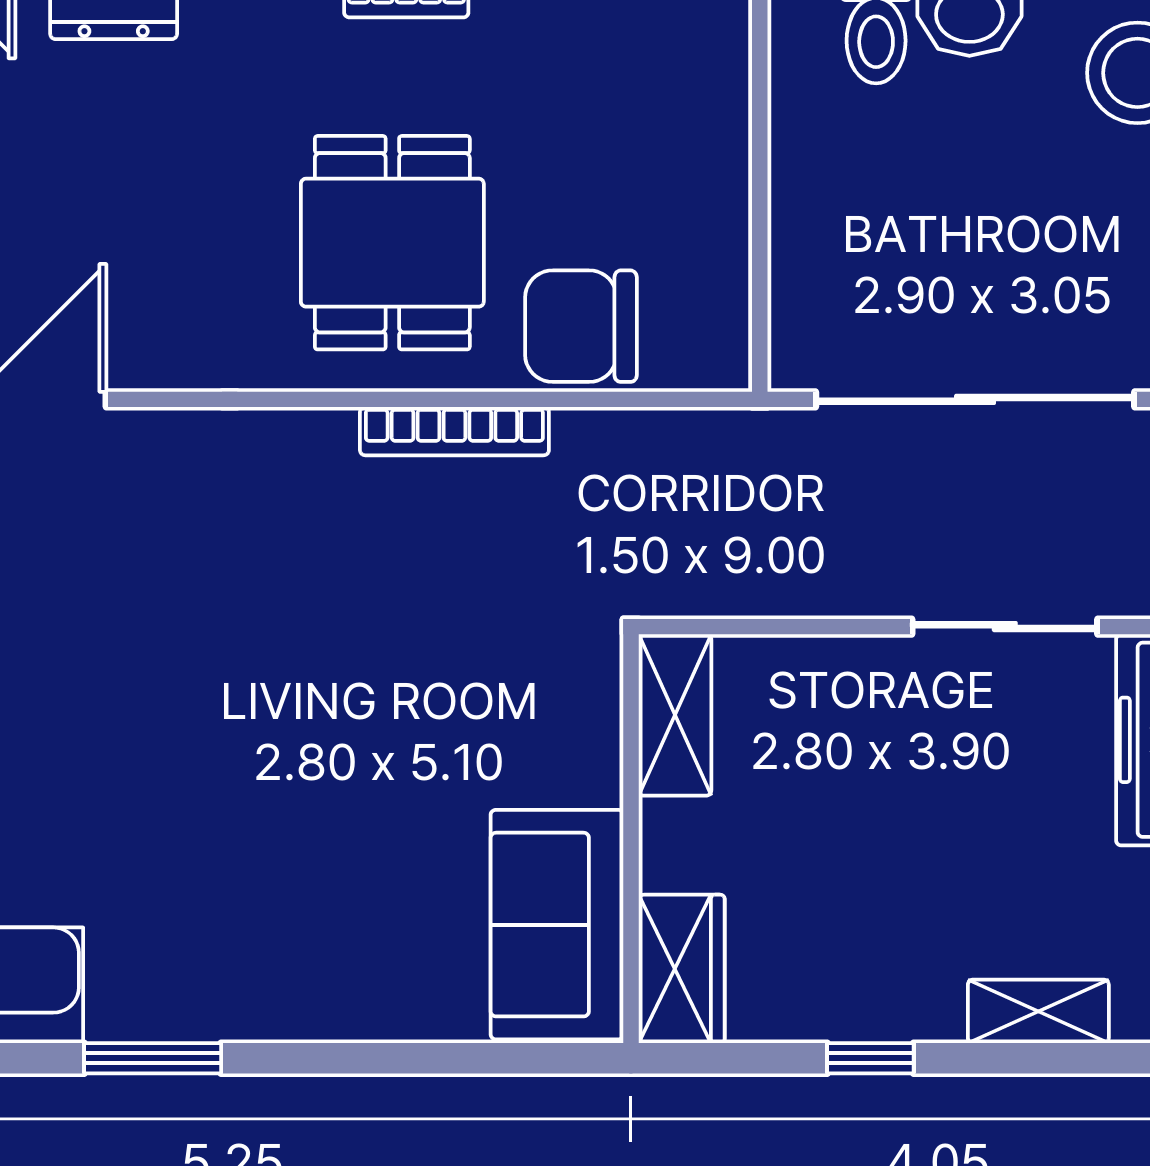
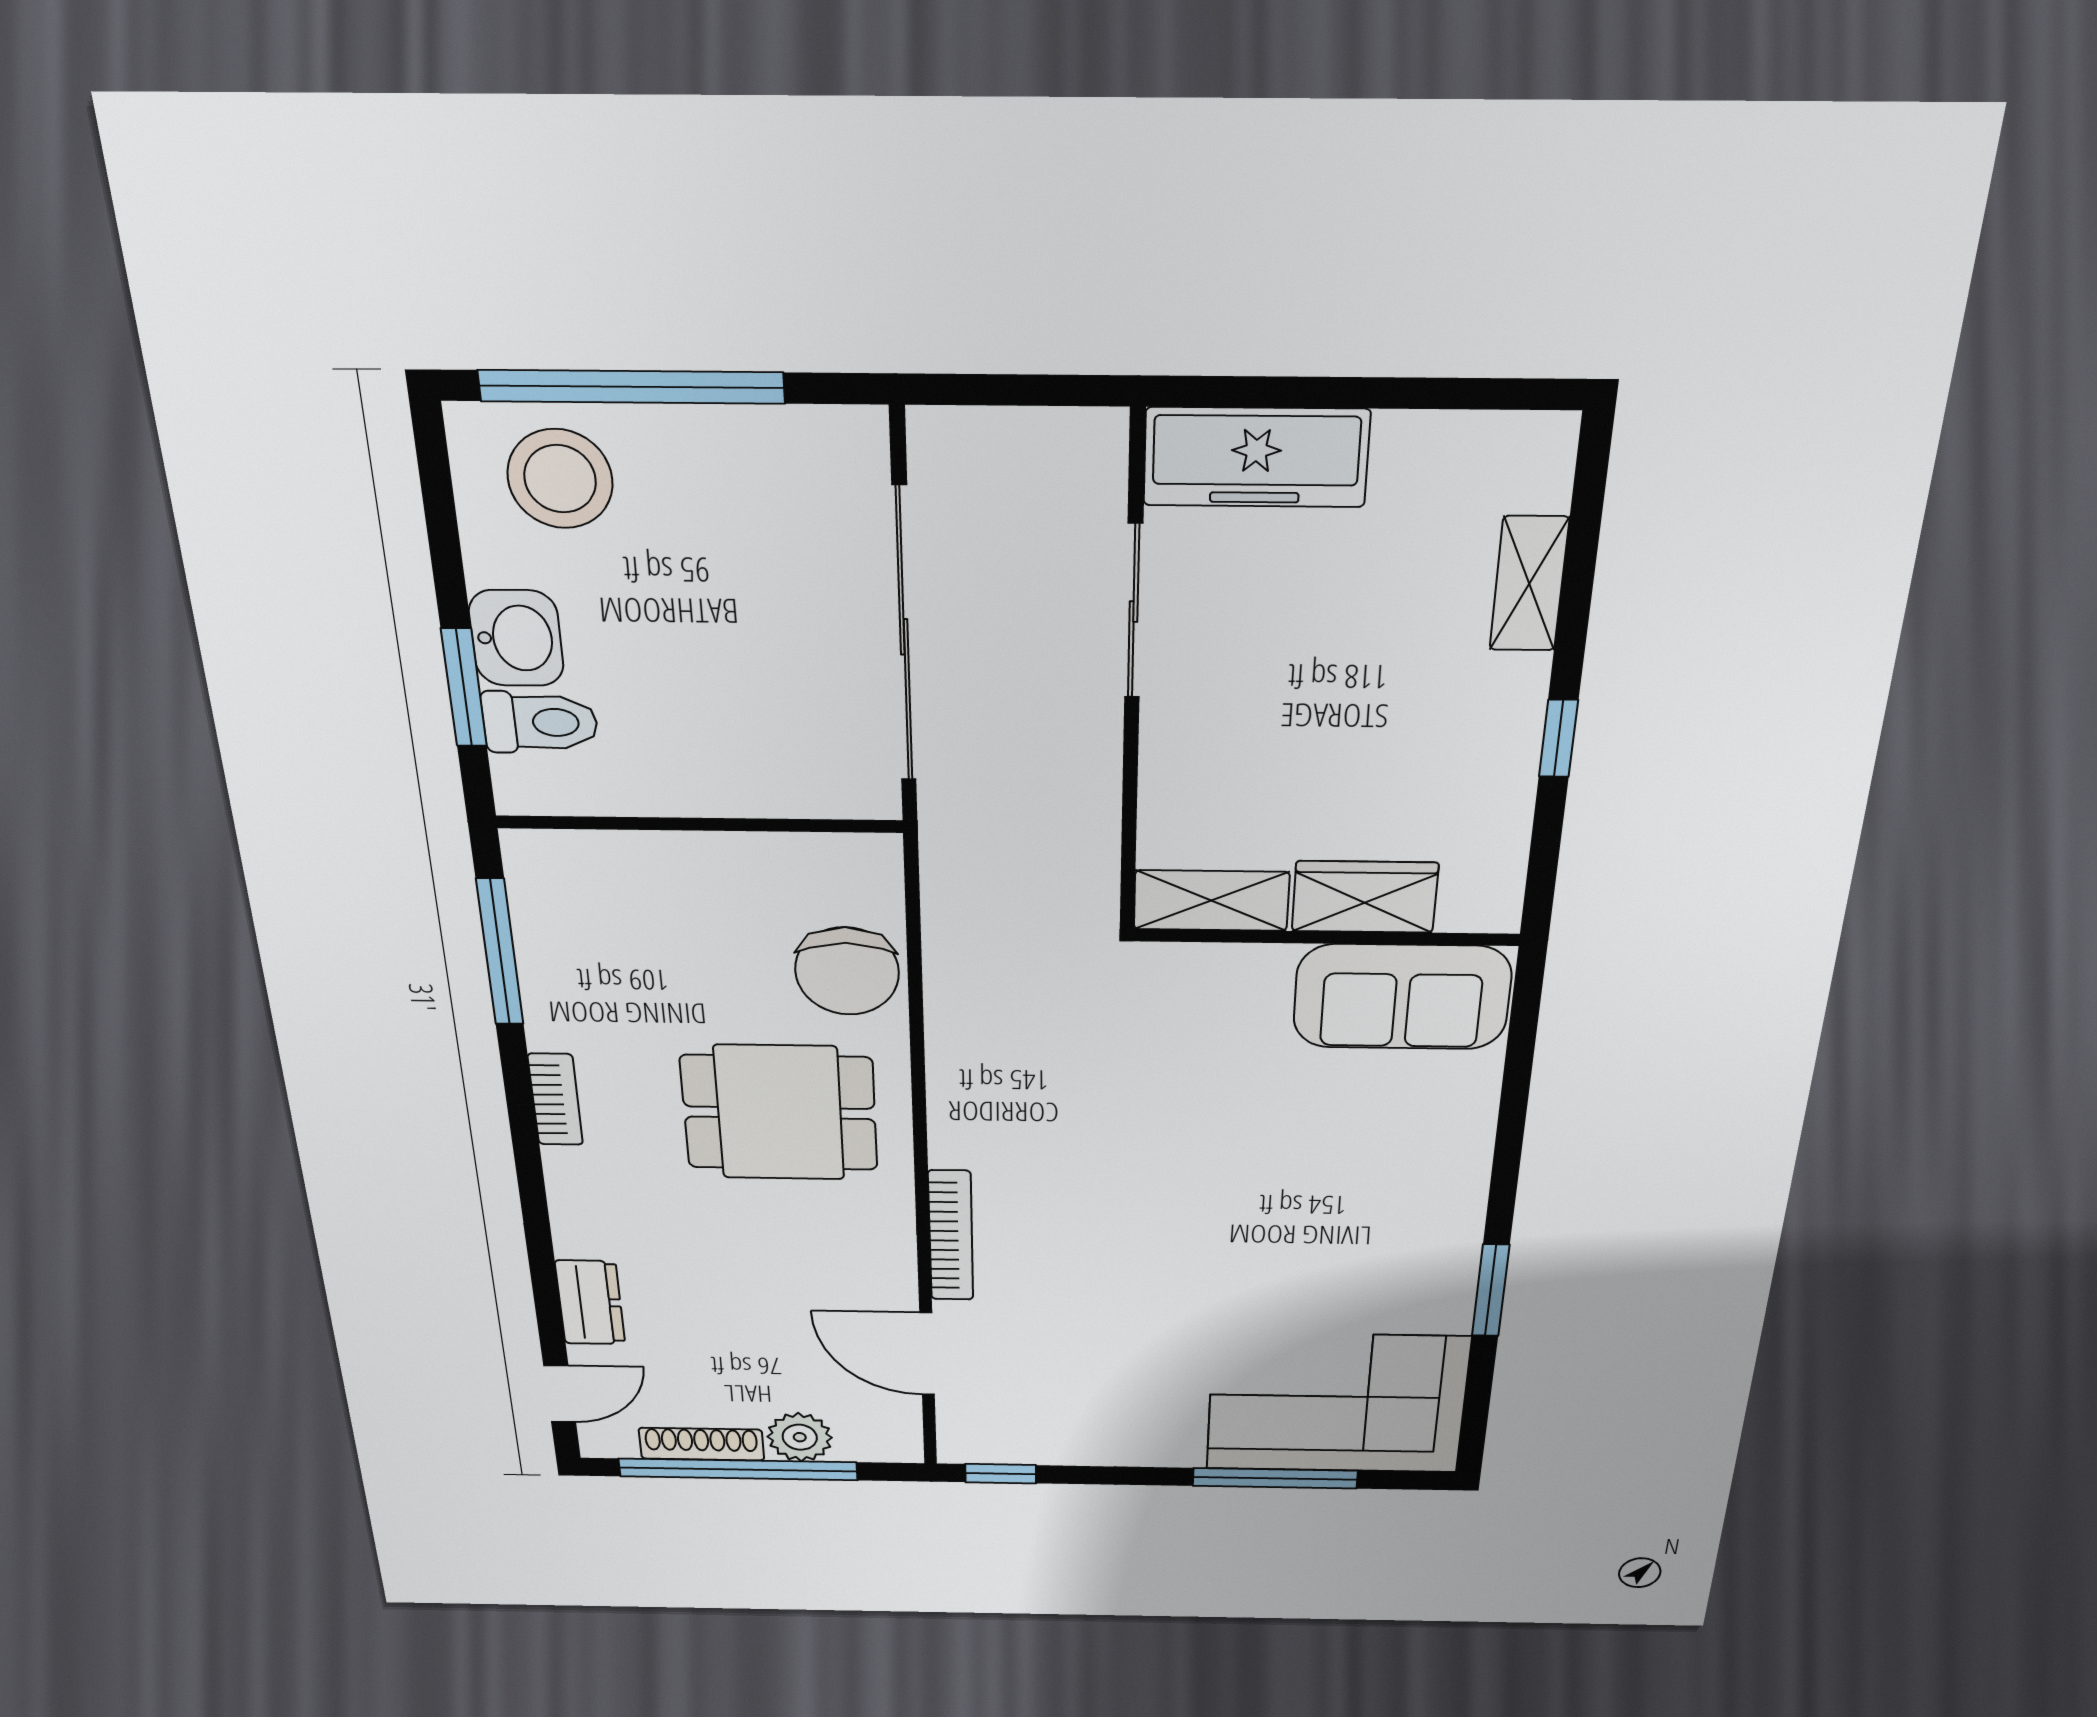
bookcase: (454, 431) -> (951, 1236), moved
wardrobe: (682, 969) -> (1365, 897), moved

